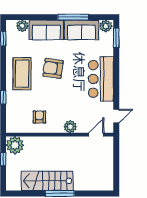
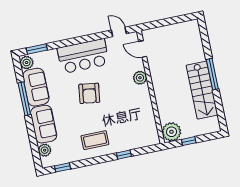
armchair: (53, 68) -> (89, 93), moved
coffee table: (22, 74) -> (95, 140), width x0.73, depth x0.76
armchair: (39, 117) -> (137, 112), removed

